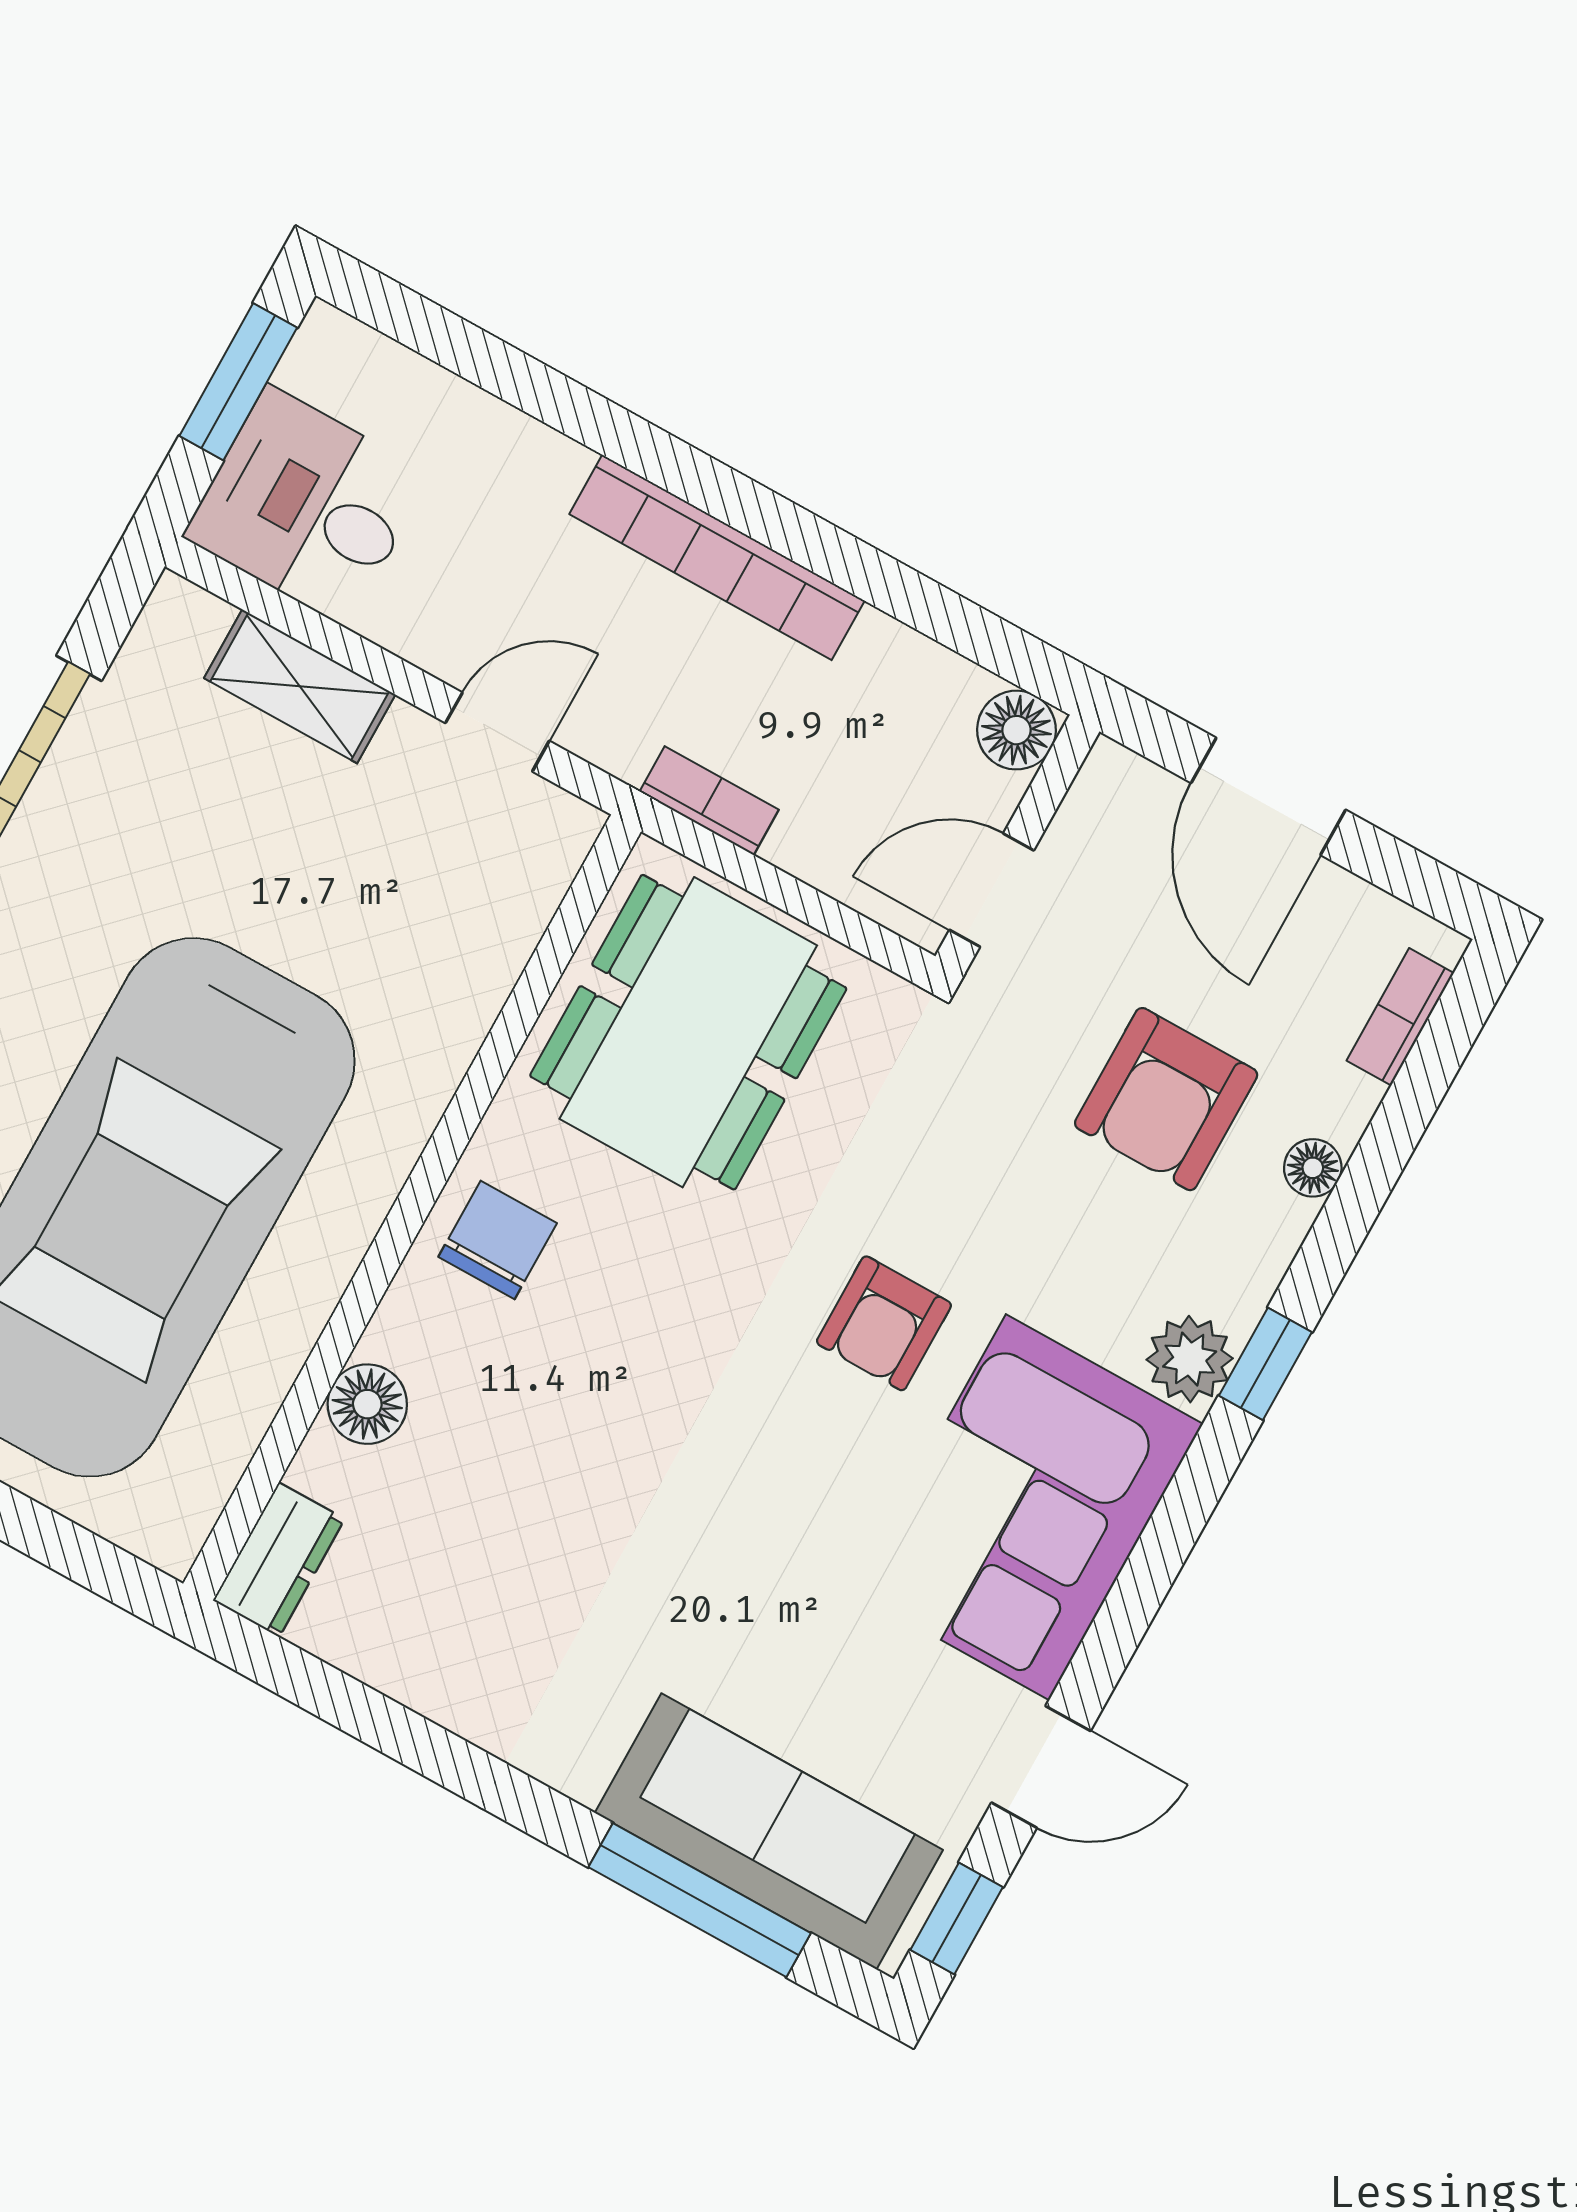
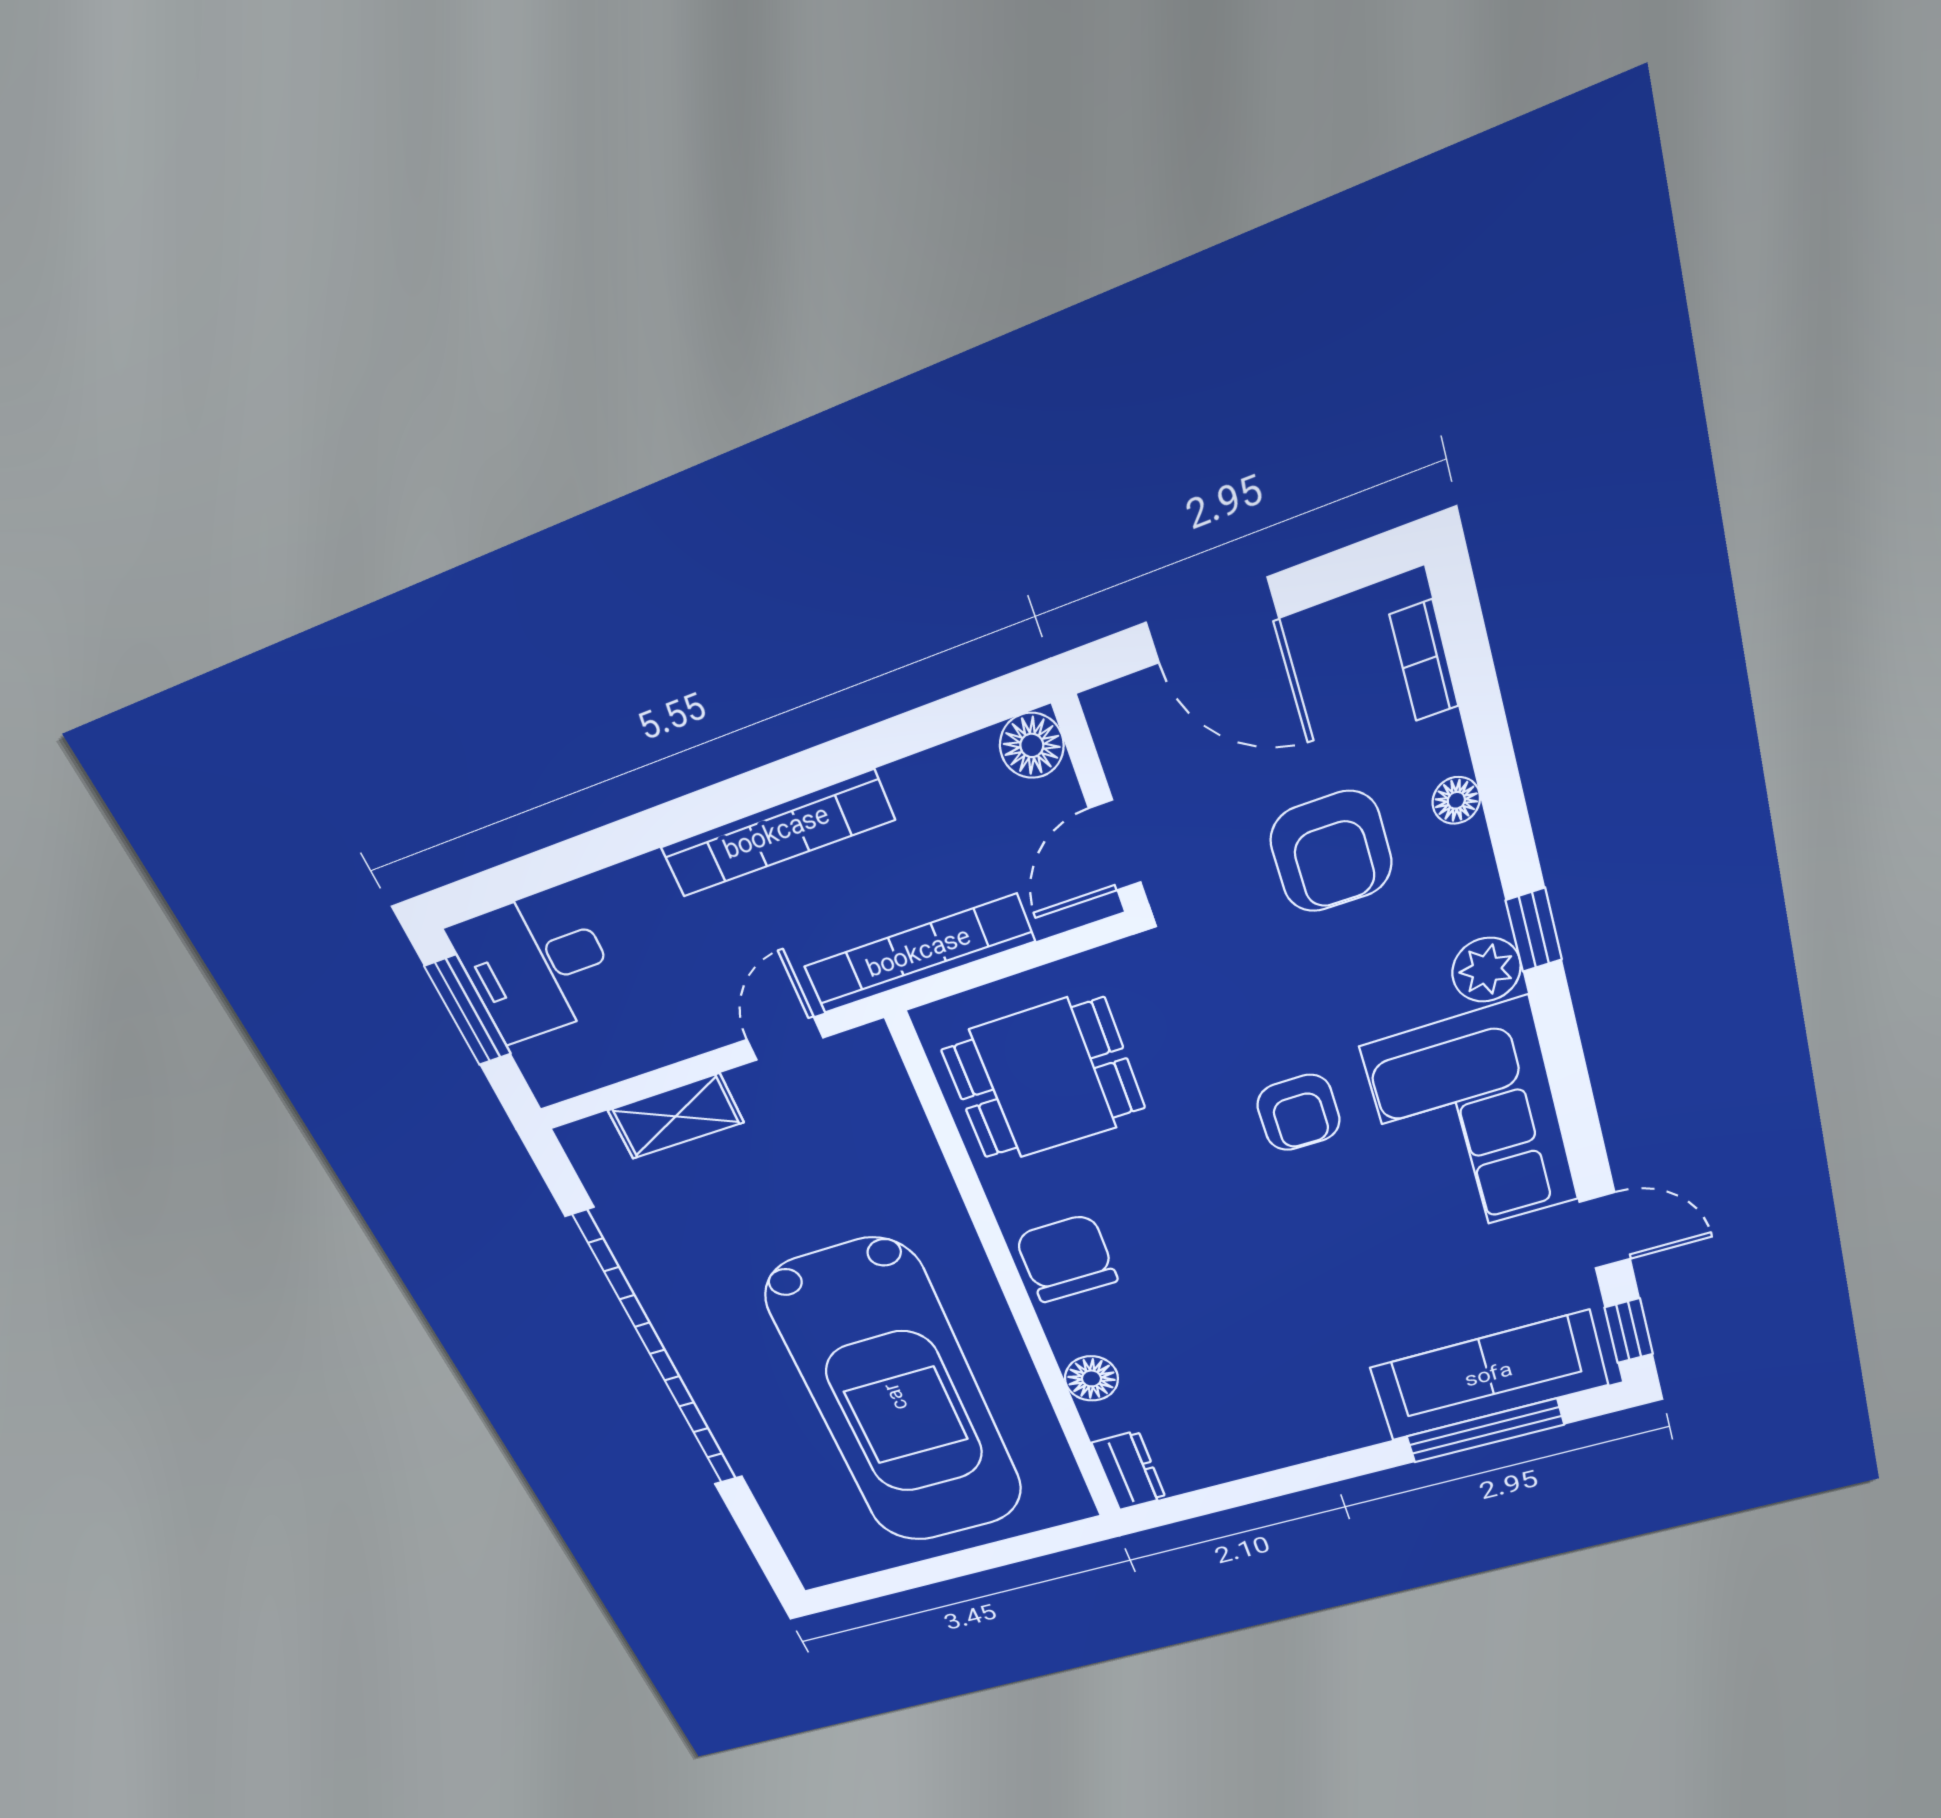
desk: (307, 506) -> (536, 966), moved
bookcase: (709, 801) -> (919, 954), width x2.31, depth x1.31
dining table: (688, 1032) -> (1044, 1079), width x0.73
chair: (498, 1240) -> (1066, 1258), width x1.37, depth x1.37
door: (1041, 1767) -> (1605, 1231), hinge flipped

